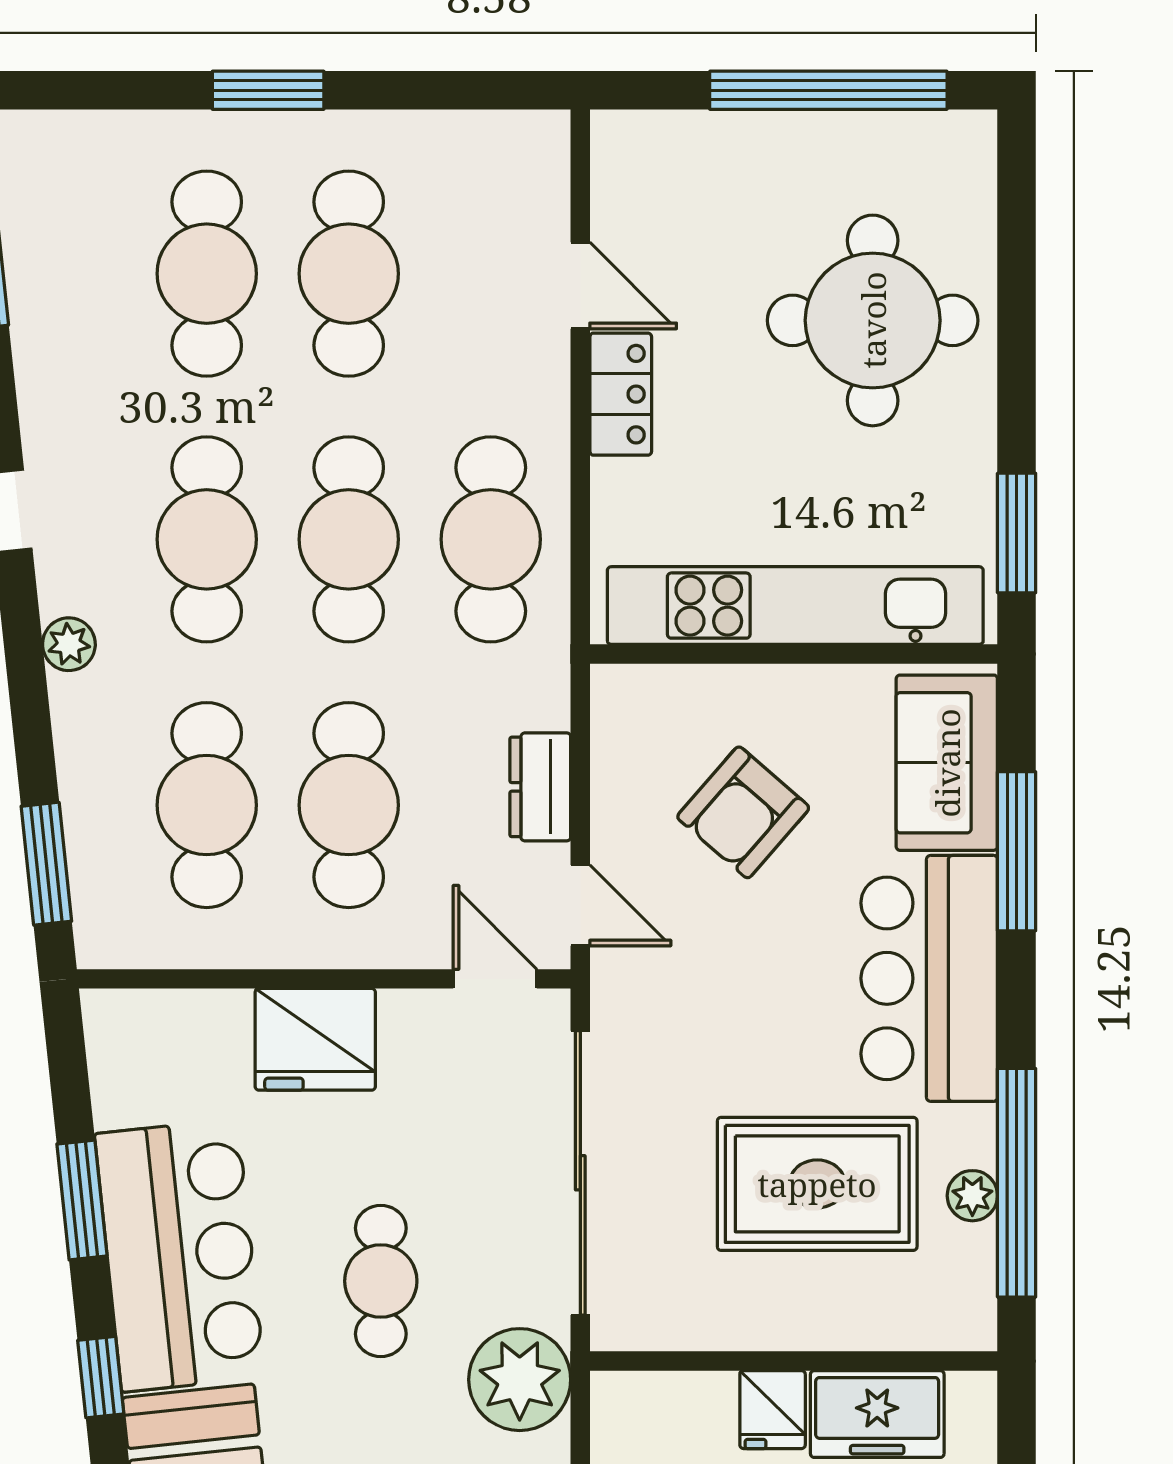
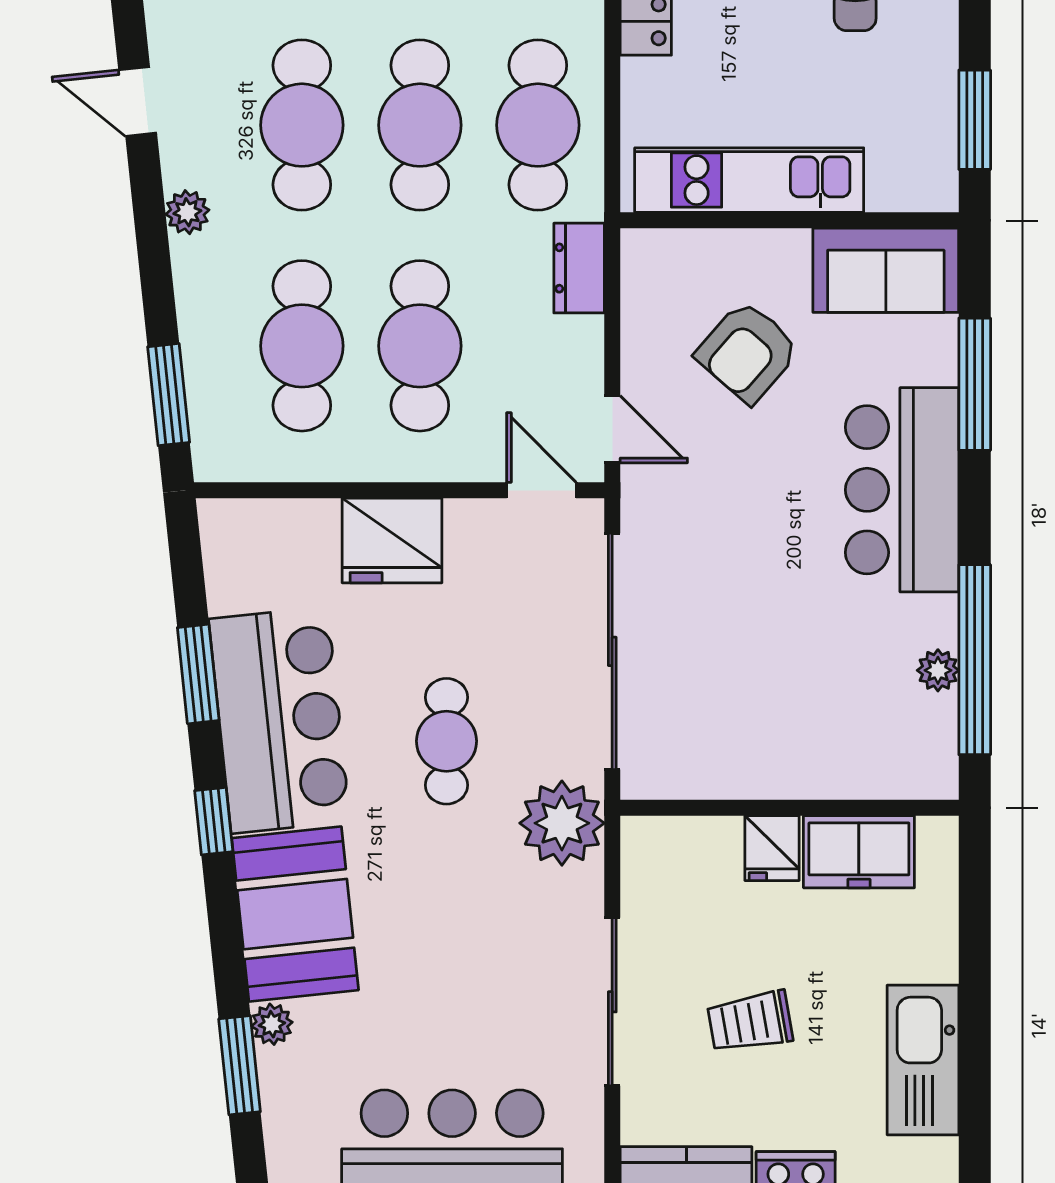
kitchen unit: (795, 606) -> (749, 180), width x0.73
sofa: (947, 763) -> (886, 270), moved, turned -90
dresser: (540, 787) -> (579, 268), moved
rug: (817, 1184) -> (809, 661), removed

